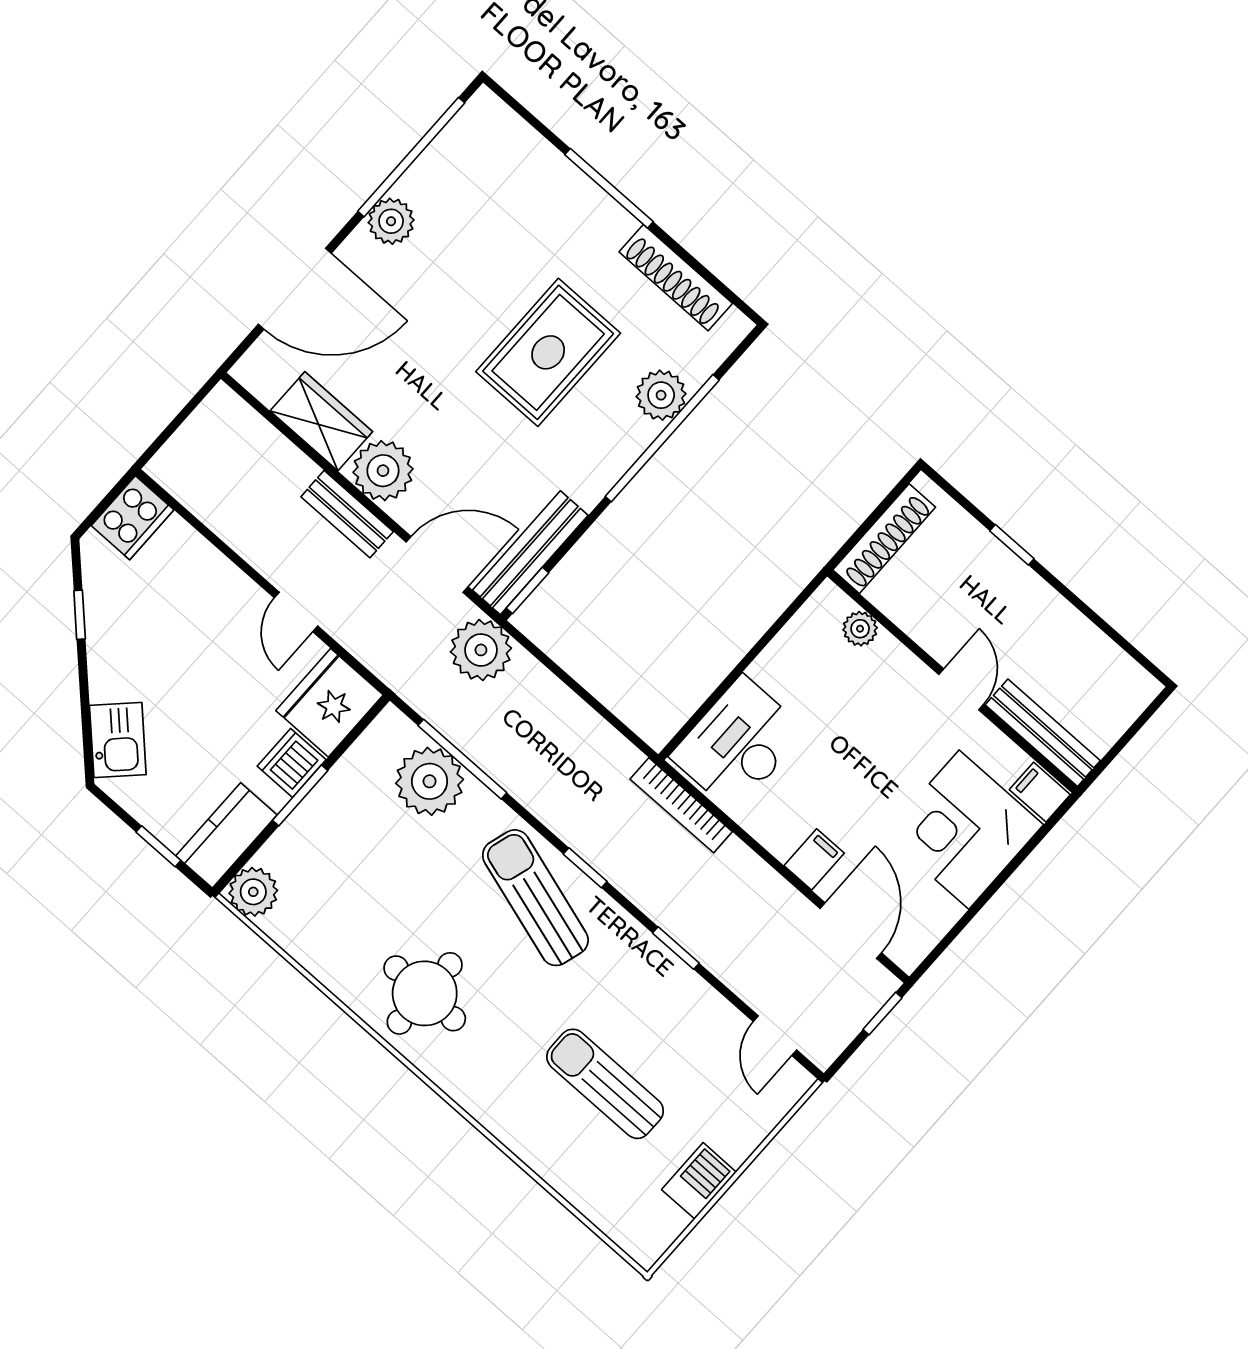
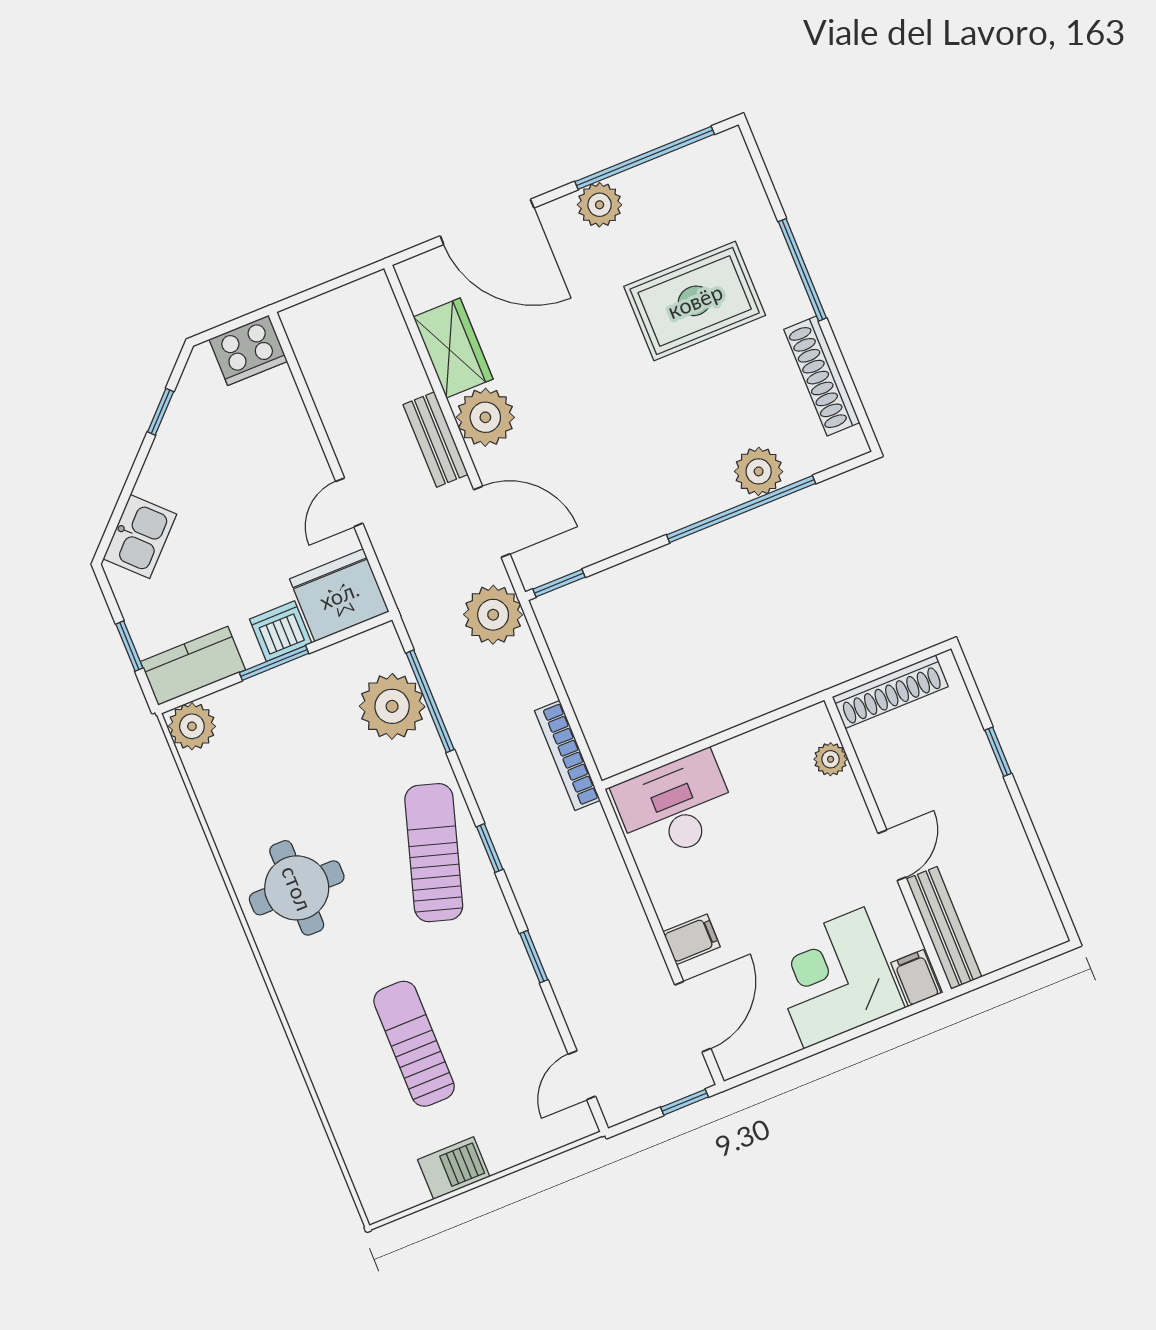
rug: (548, 352) -> (695, 301), moved
bench: (530, 553) -> (578, 552), removed
bookcase: (681, 805) -> (567, 755), moved

